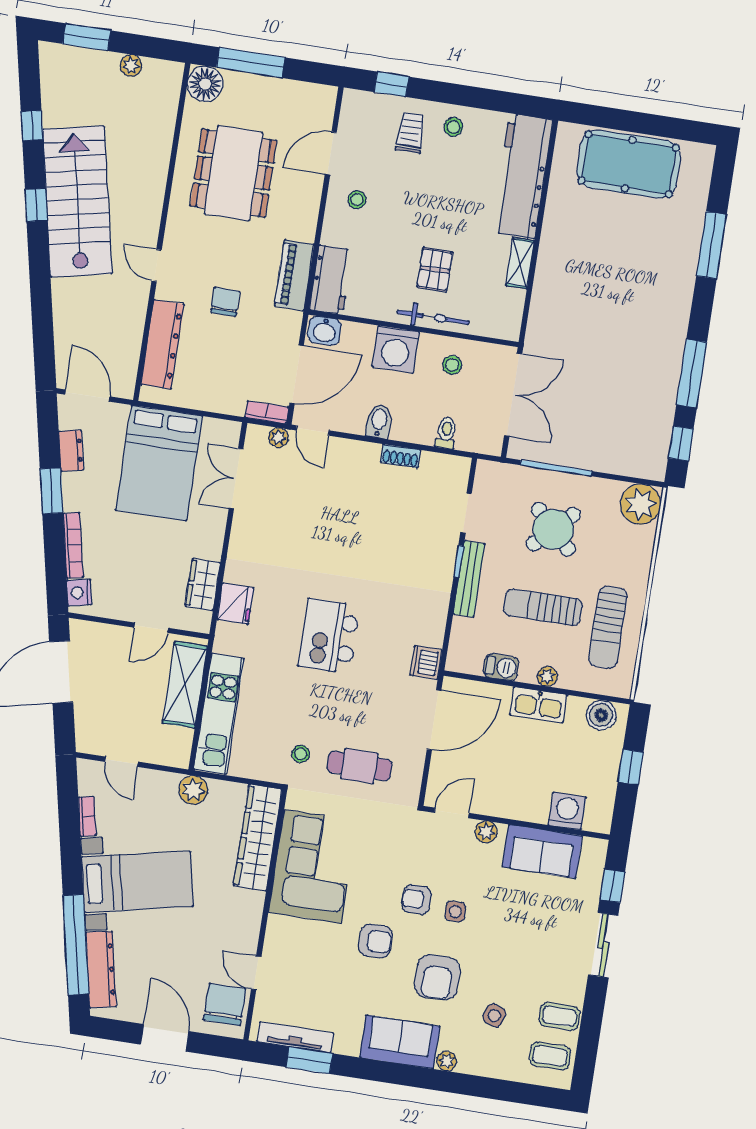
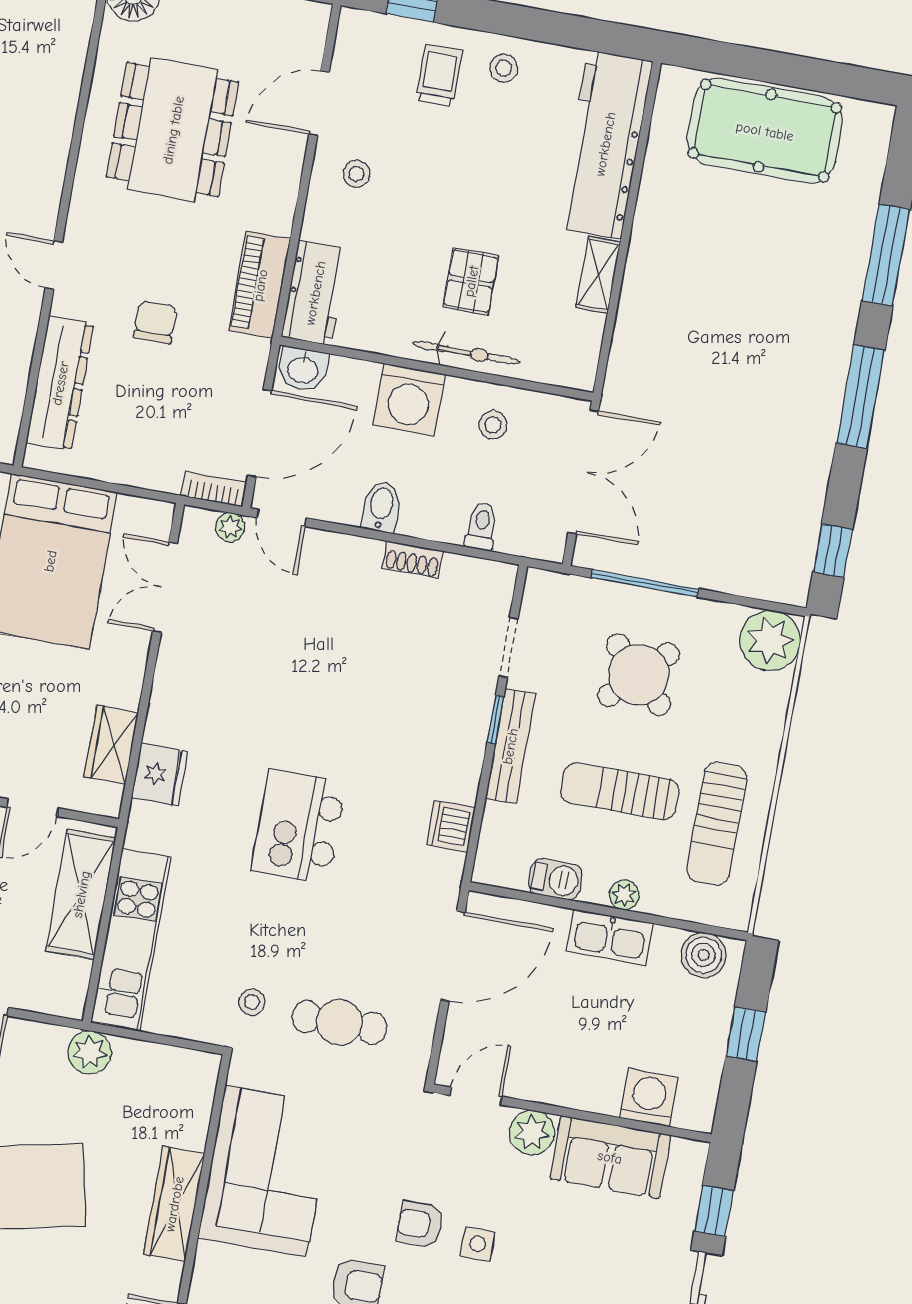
window: (692, 373) -> (860, 397), moved
dishwasher: (426, 662) -> (451, 826), moved
plant: (486, 832) -> (532, 1133), width x1.38, depth x1.38
wardrobe: (258, 838) -> (174, 1204), moved, width x0.71, depth x0.85

